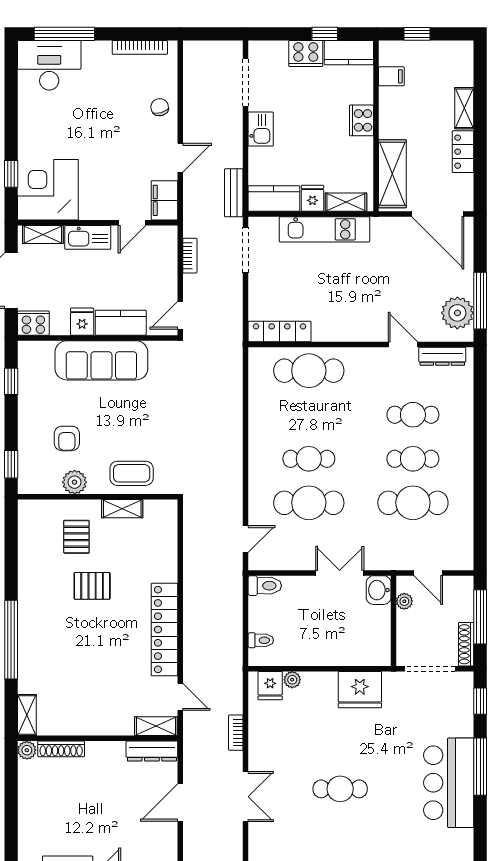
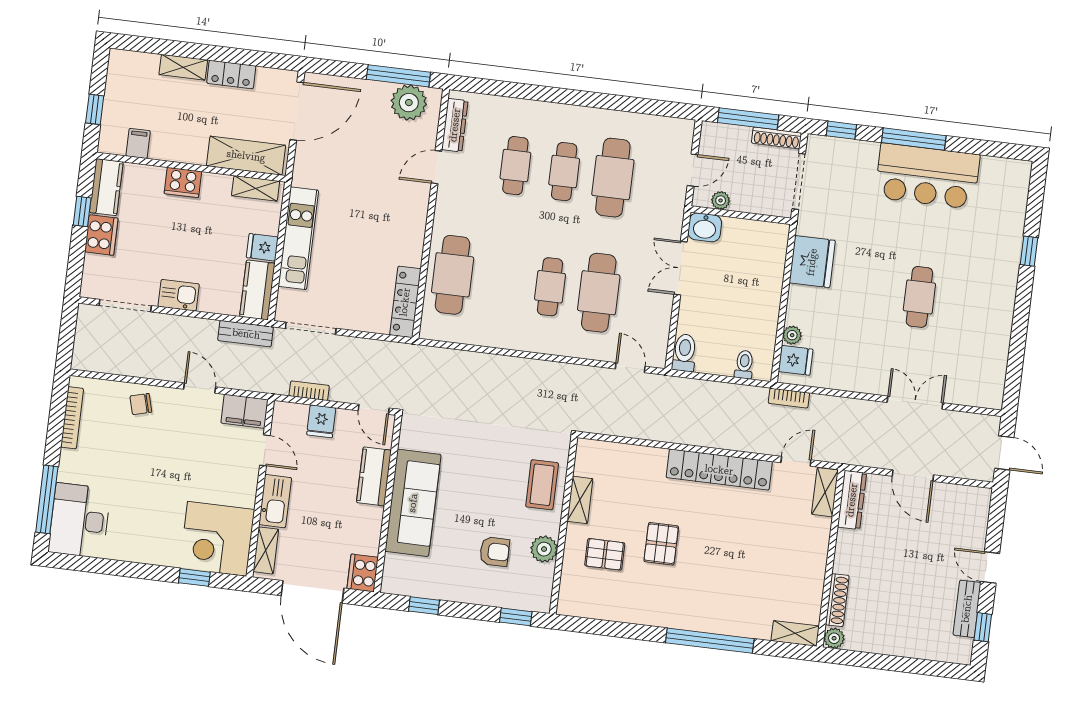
shelving: (346, 202) -> (256, 188), moved, turned 90
fridge: (82, 322) -> (321, 421), moved, turned -90
bookcase: (236, 733) -> (789, 398), moved

